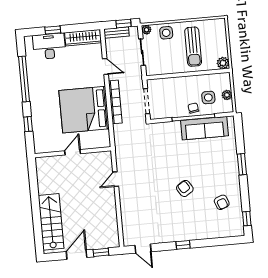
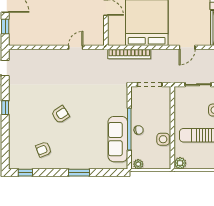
plant: (227, 95) -> (138, 164), moved
side table: (208, 97) -> (163, 139), moved
bookcase: (115, 102) -> (129, 54), moved
door: (116, 179) -> (76, 47), hinge flipped

